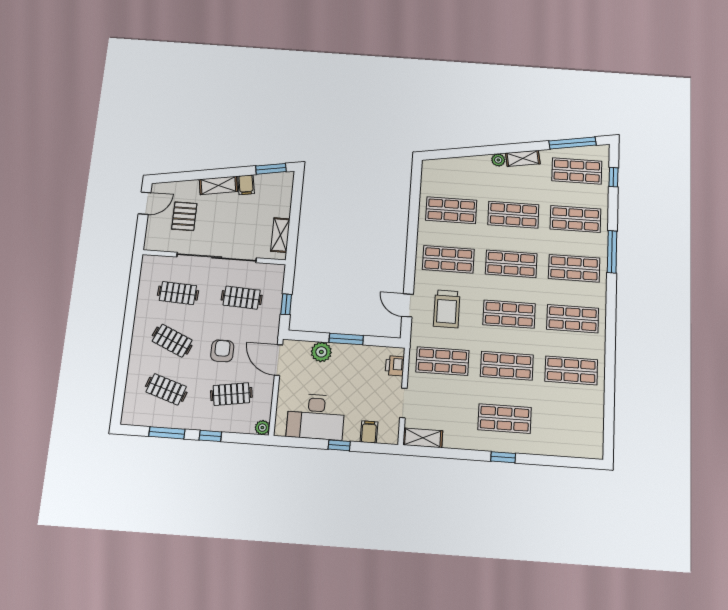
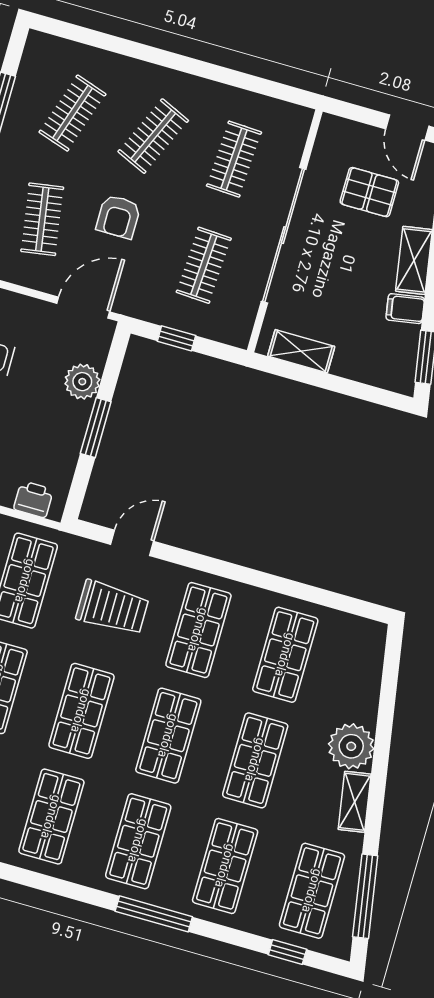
plant: (498, 160) -> (351, 746), width x1.87, depth x1.87
trolley: (447, 309) -> (112, 608), turned 180
armchair: (222, 351) -> (118, 217), turned 90

